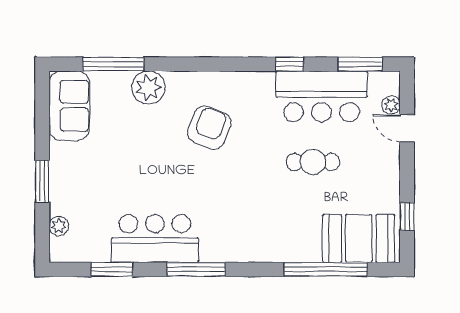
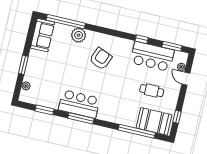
window: (113, 64) -> (66, 22), width x1.46
cafe table: (313, 162) -> (152, 91), moved
bar counter: (155, 239) -> (79, 104), moved

